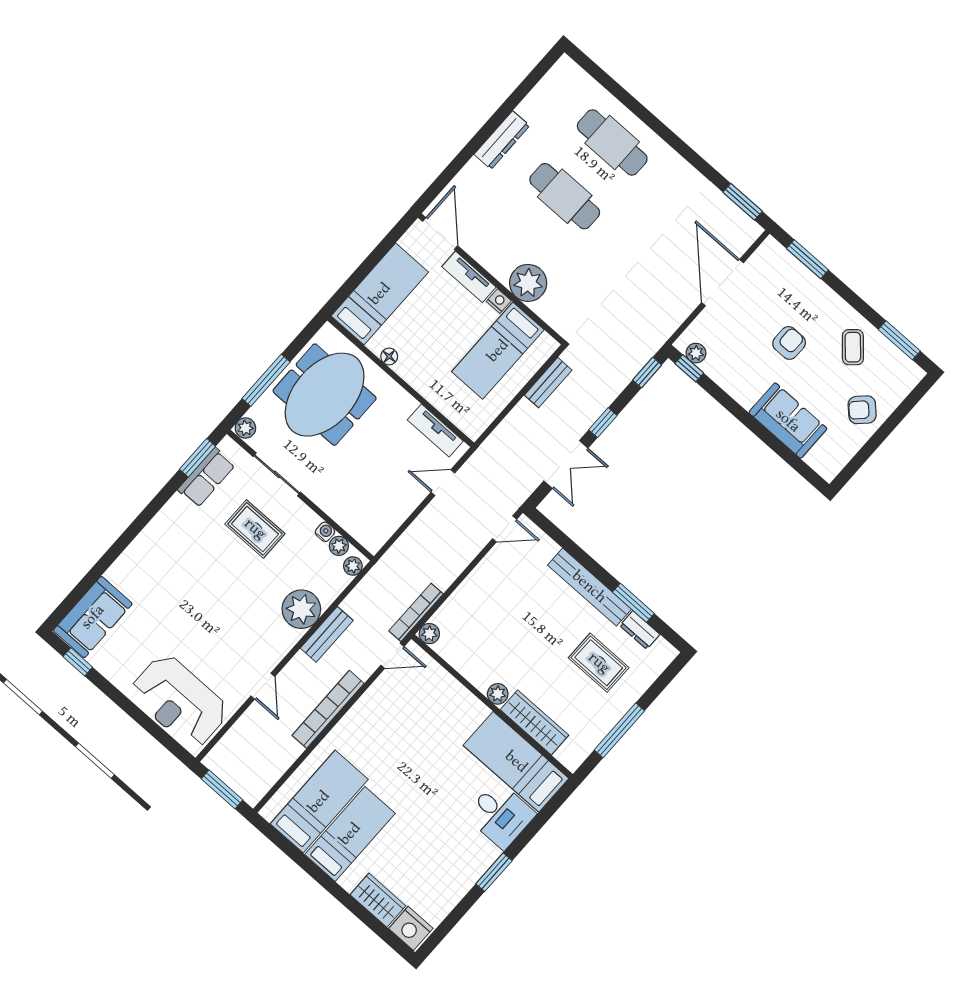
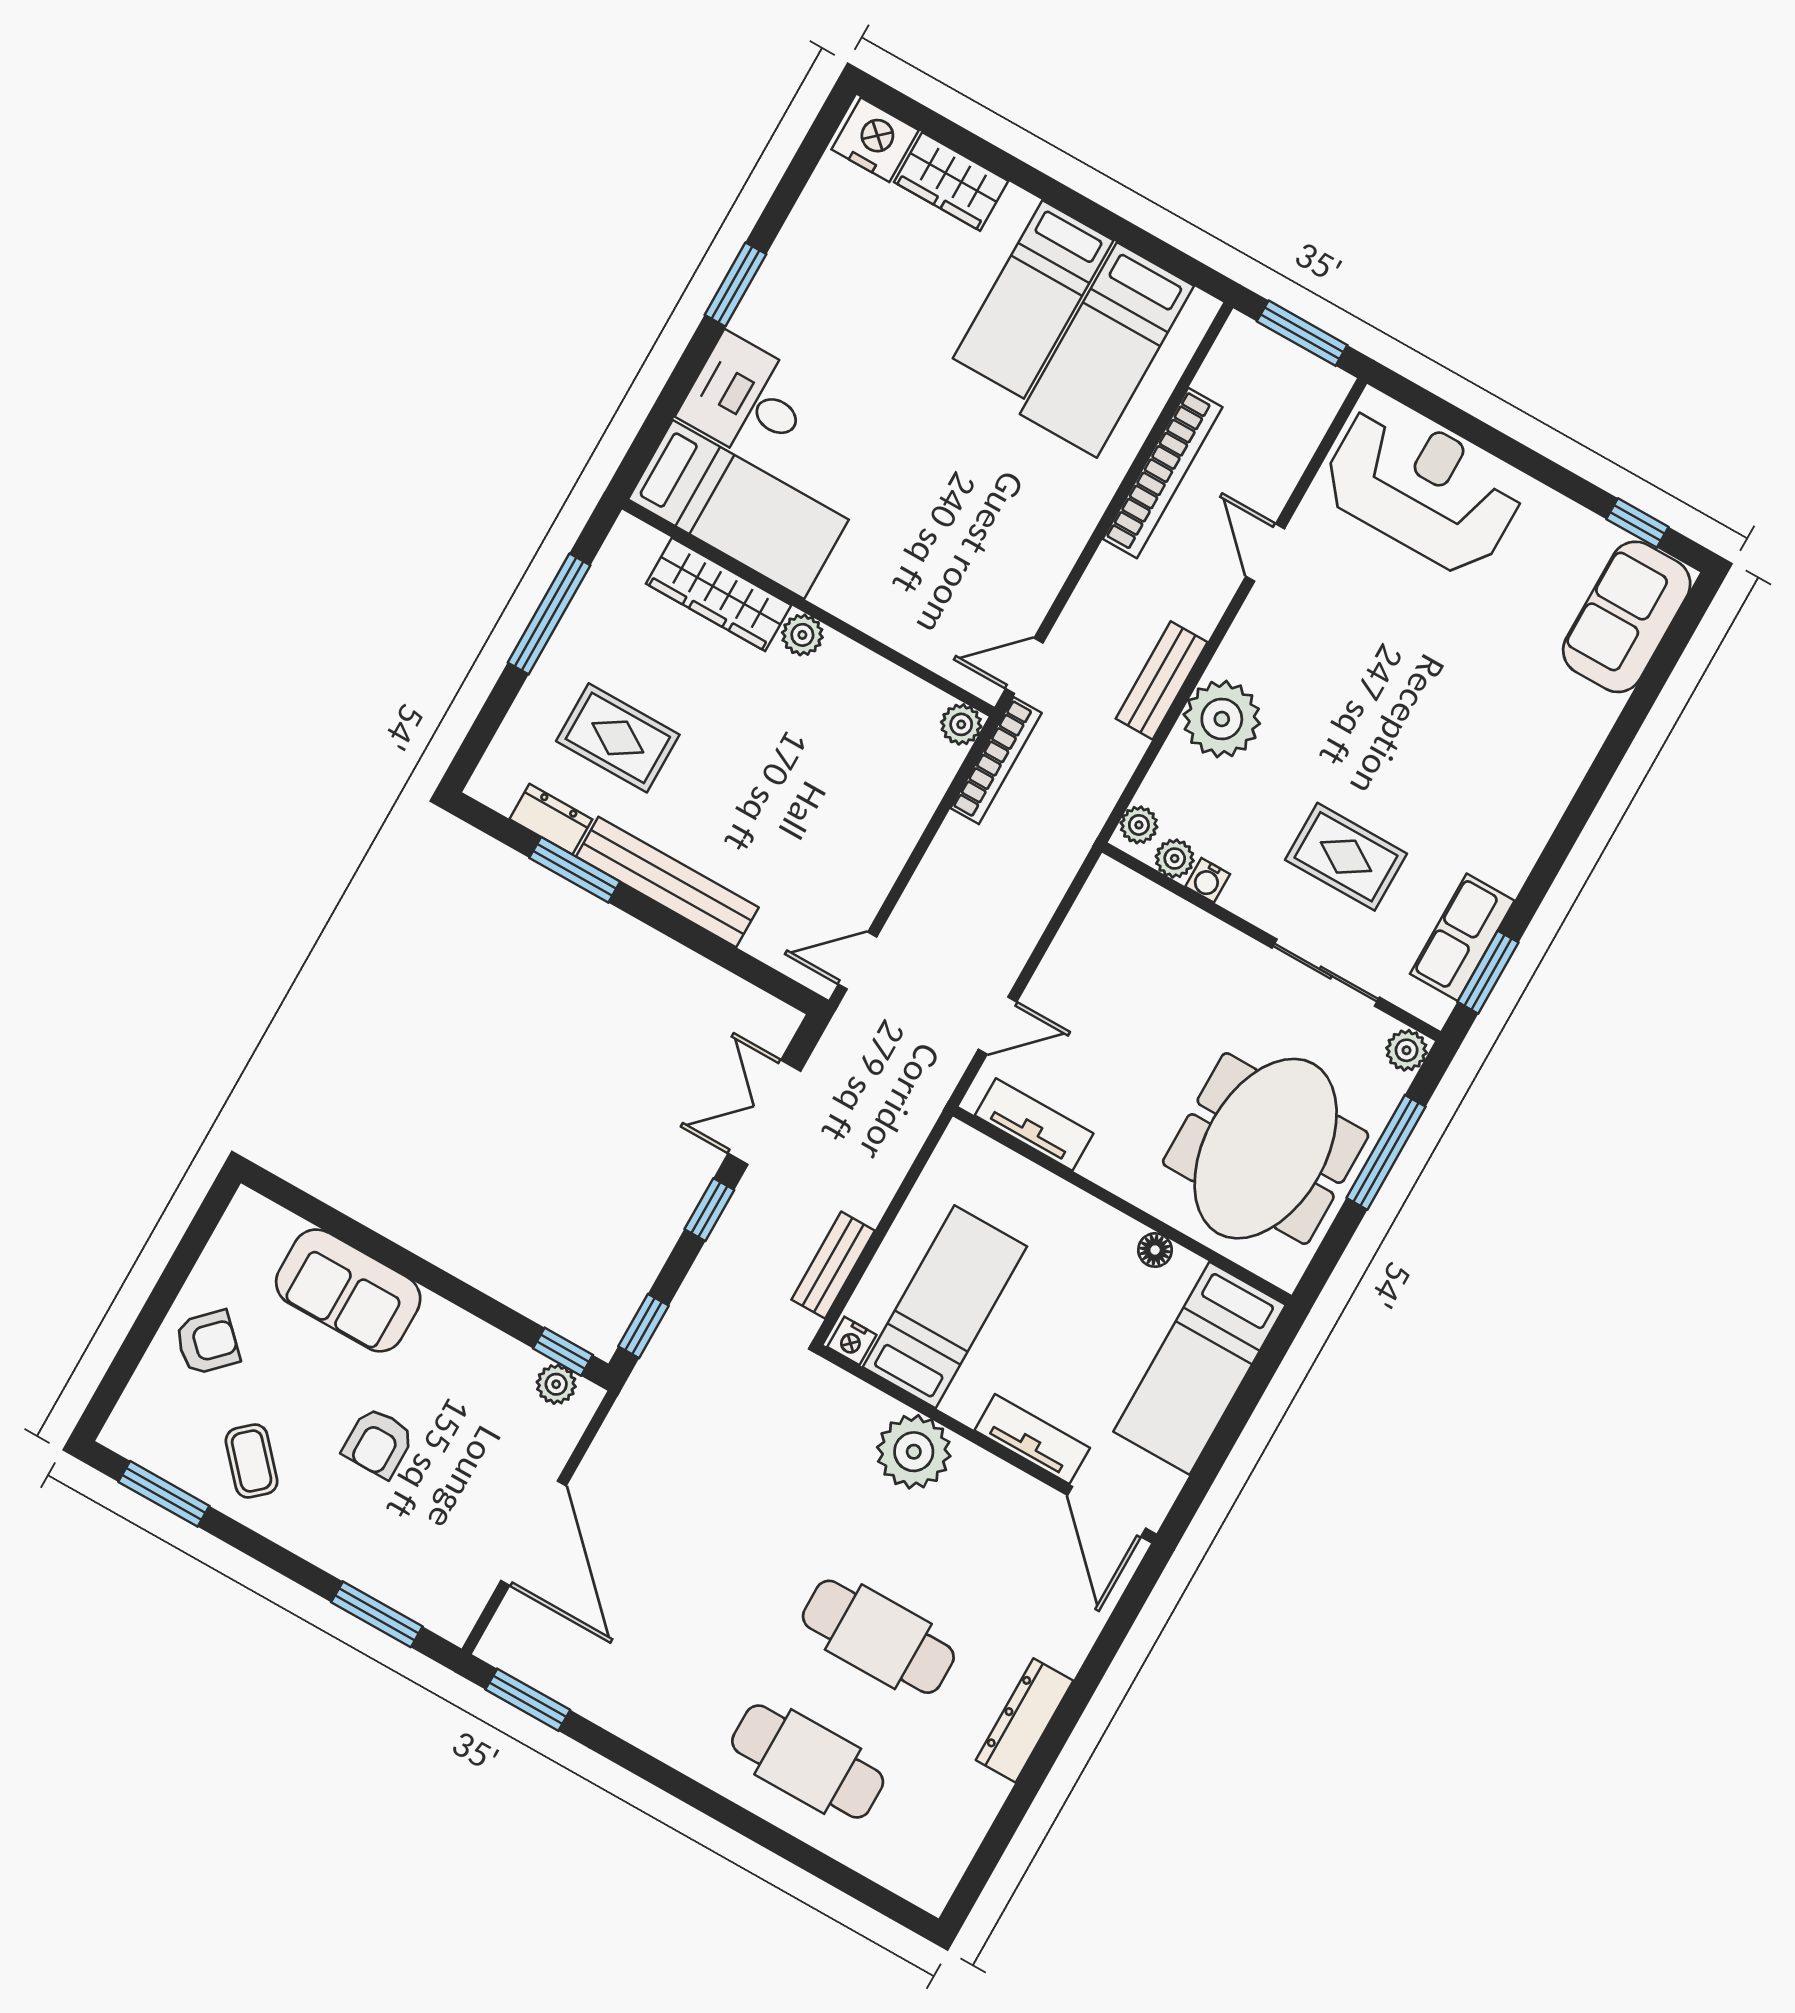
nightstand: (499, 301) -> (852, 1341), moved
bookcase: (328, 709) -> (1163, 473), moved

